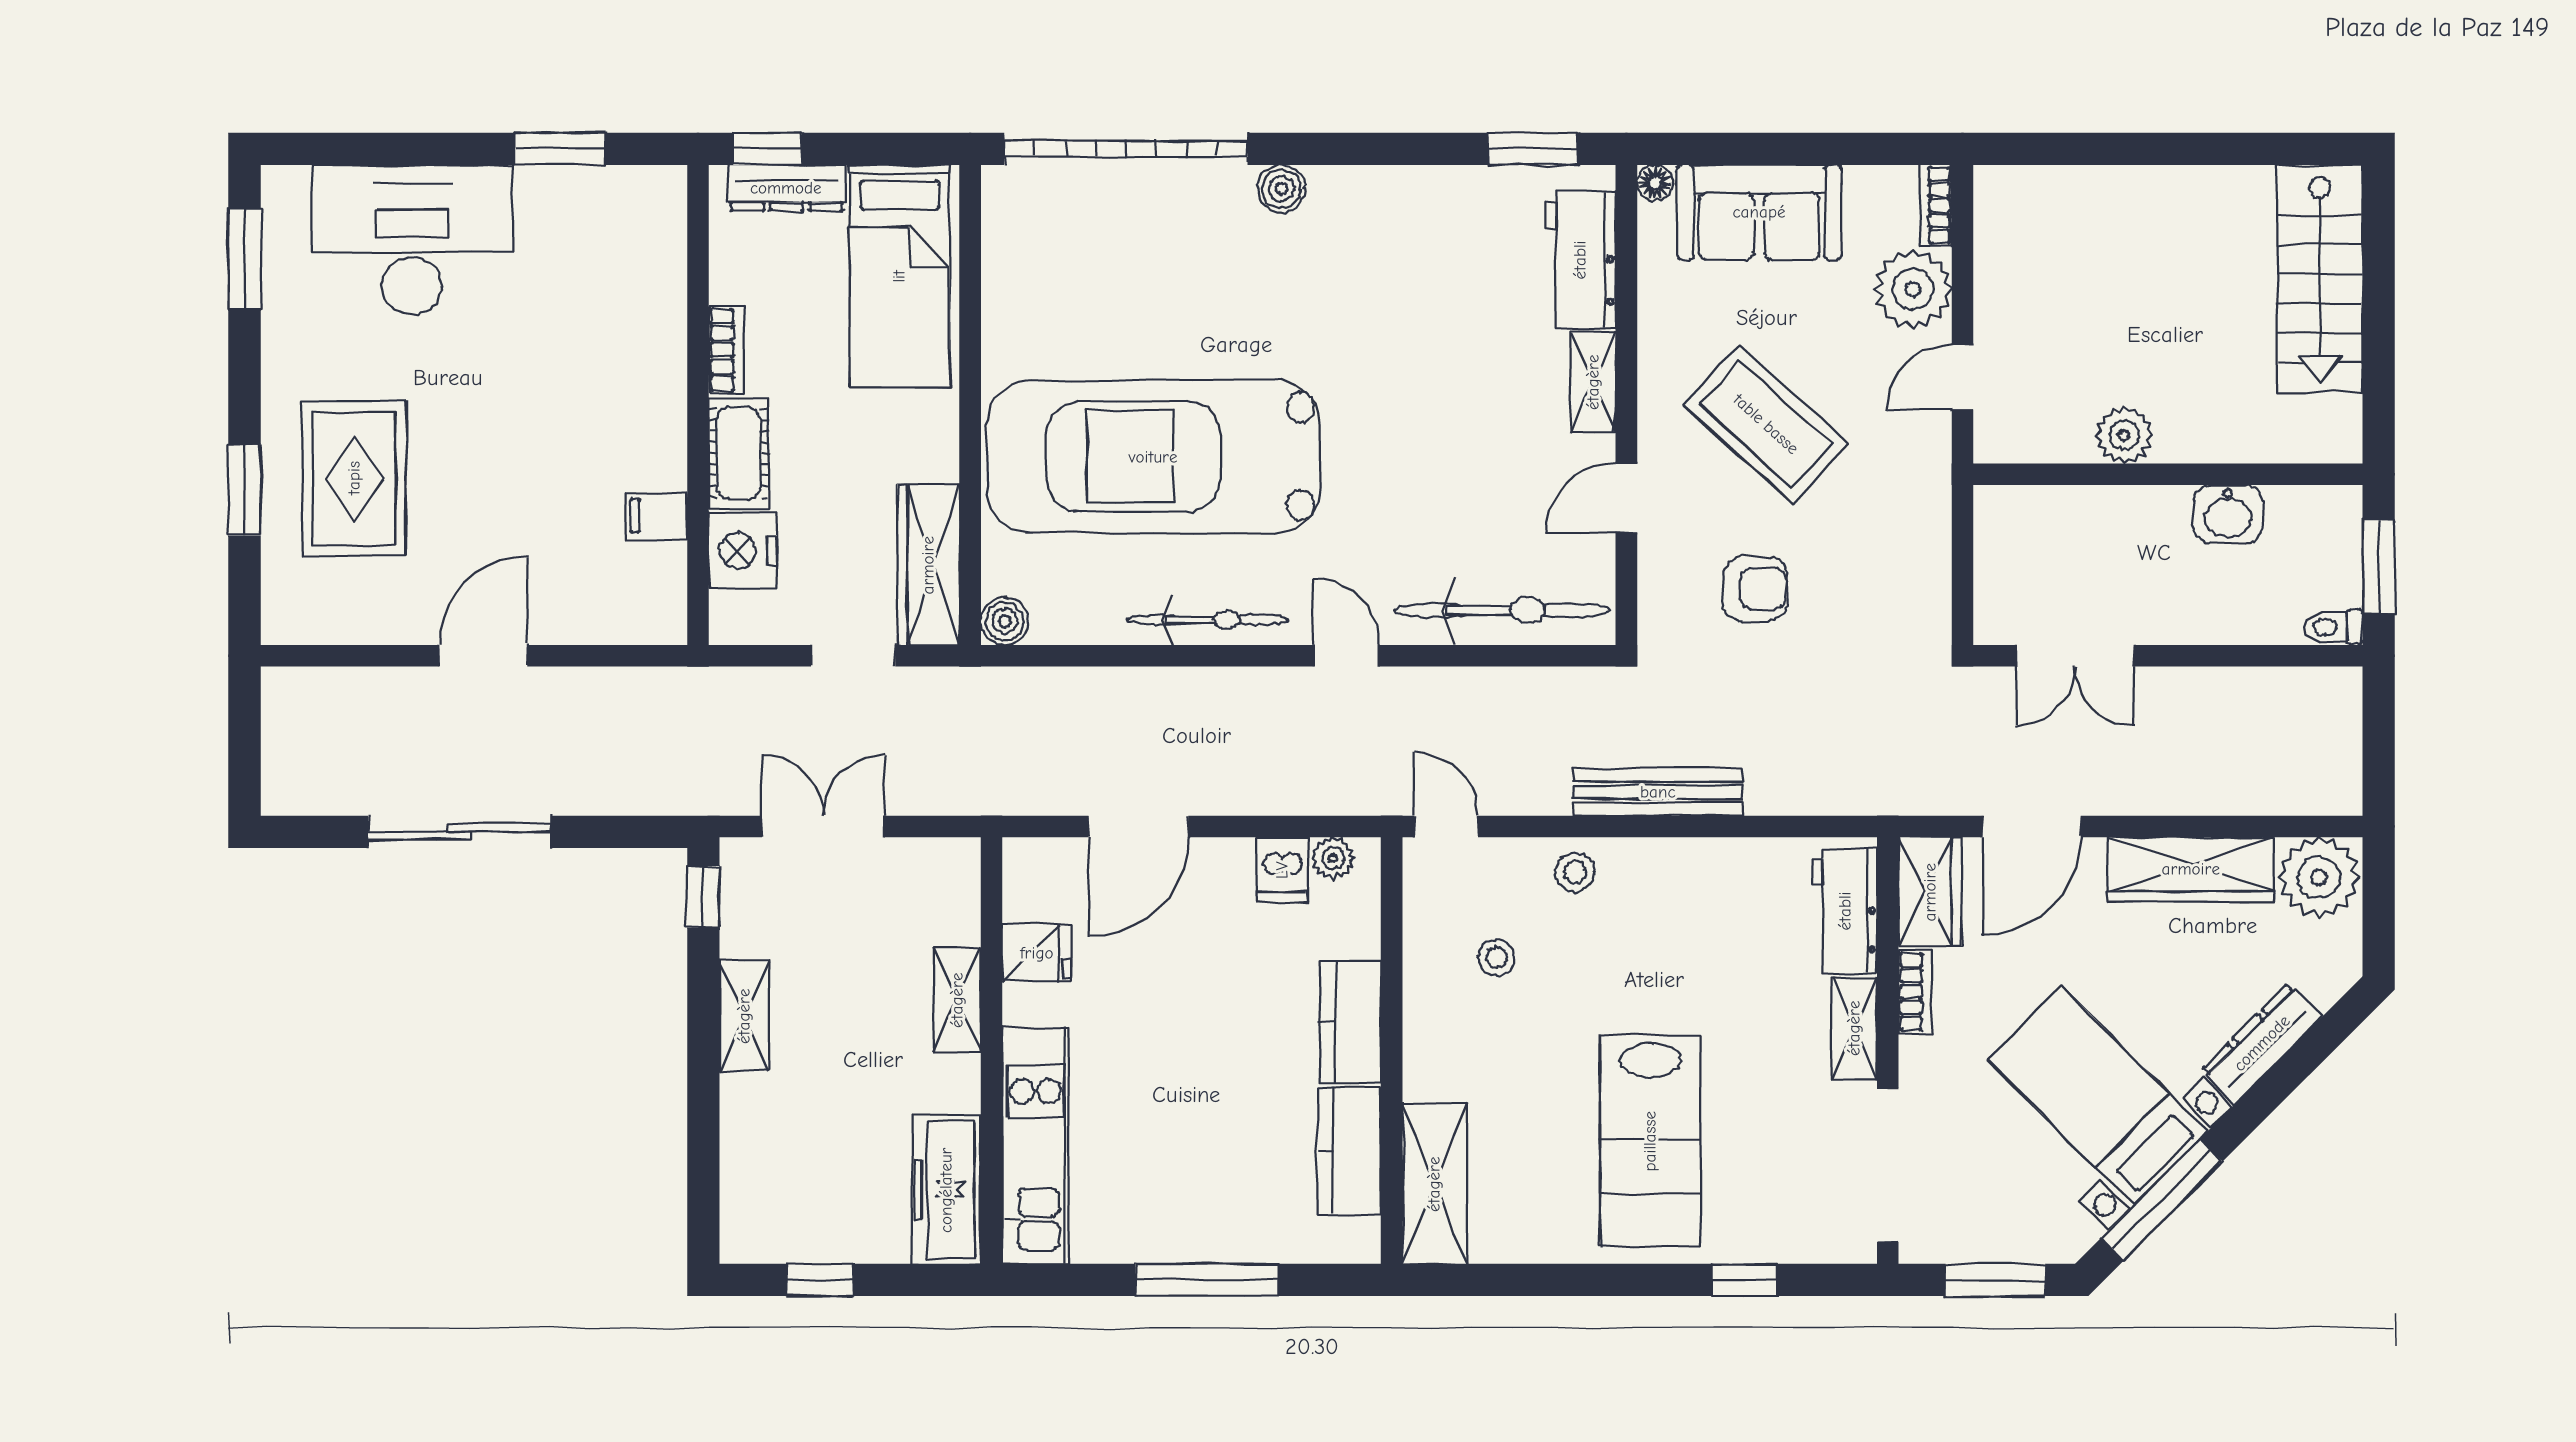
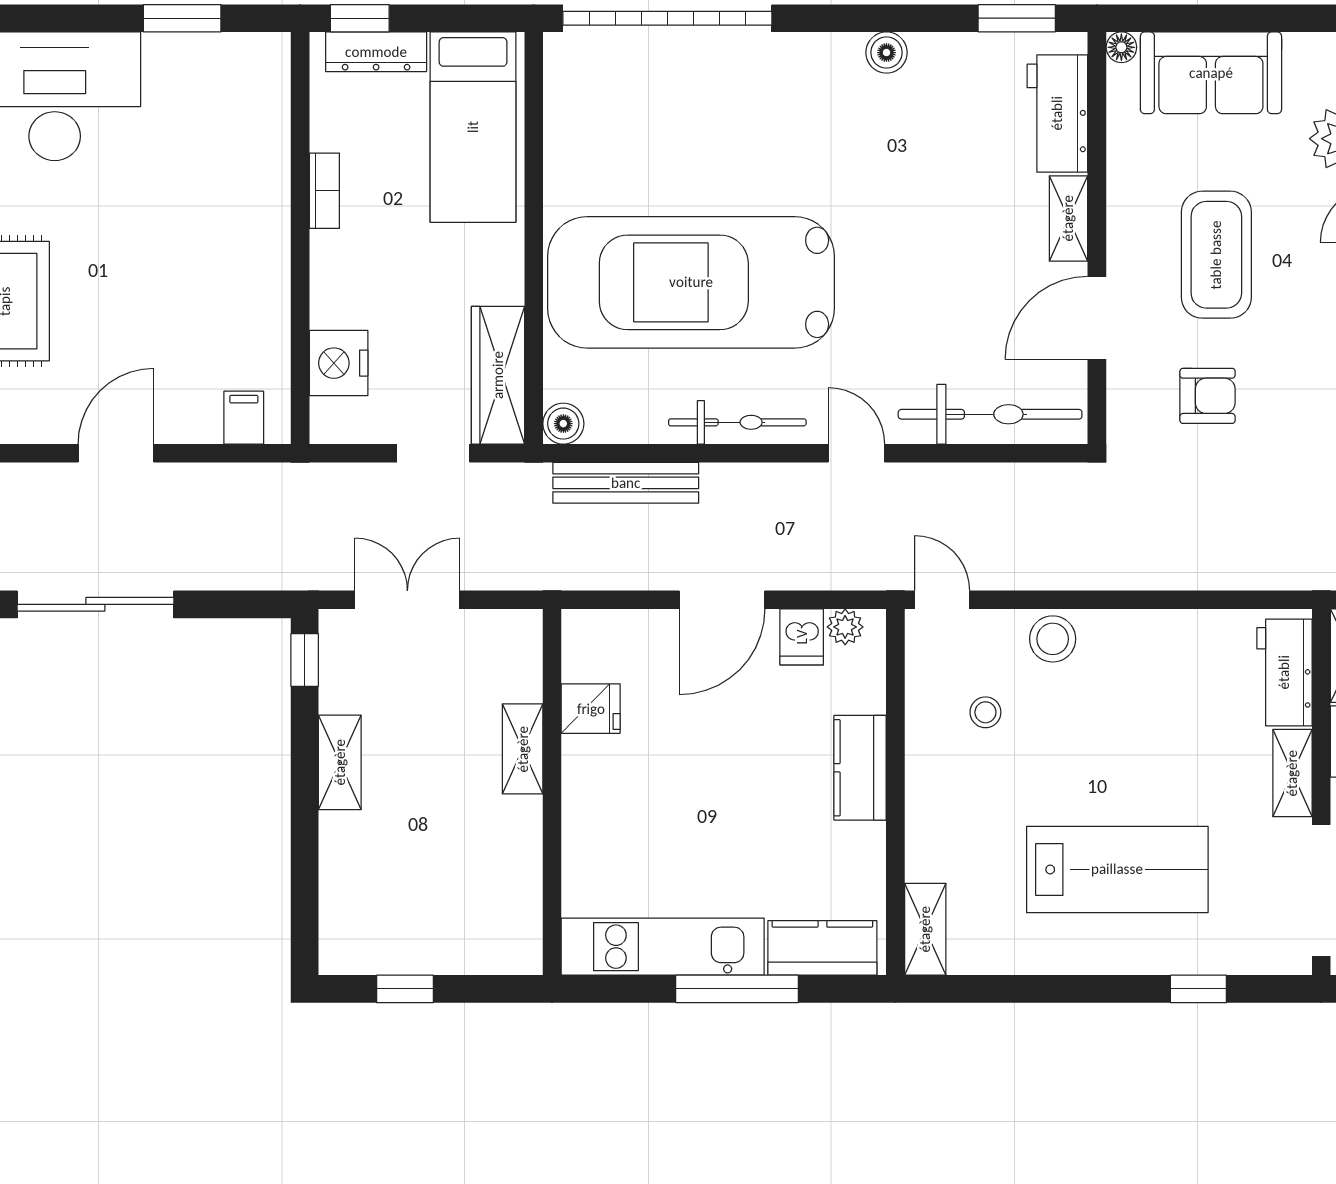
boiler: (1281, 189) -> (886, 53), moved
coffee table: (1766, 424) -> (1216, 255), turned 48
cot: (739, 453) -> (335, 279), removed
door: (1626, 498) -> (1097, 318), width x1.38
filing cabinet: (657, 516) -> (244, 418), moved, turned 90
bench: (1658, 792) -> (626, 483), moved
door: (1138, 826) -> (722, 600), moved
stool: (1575, 872) -> (1053, 639), width x1.37, depth x1.37
lab bench: (1650, 1141) -> (1117, 869), turned -90
kitchen unit: (1035, 1146) -> (663, 947), moved, turned -90
kitchen counter: (1349, 1151) -> (822, 948), moved, turned 90
shelving: (1434, 1184) -> (925, 929), width x0.67, depth x0.75
freezer: (946, 1190) -> (513, 911), removed

